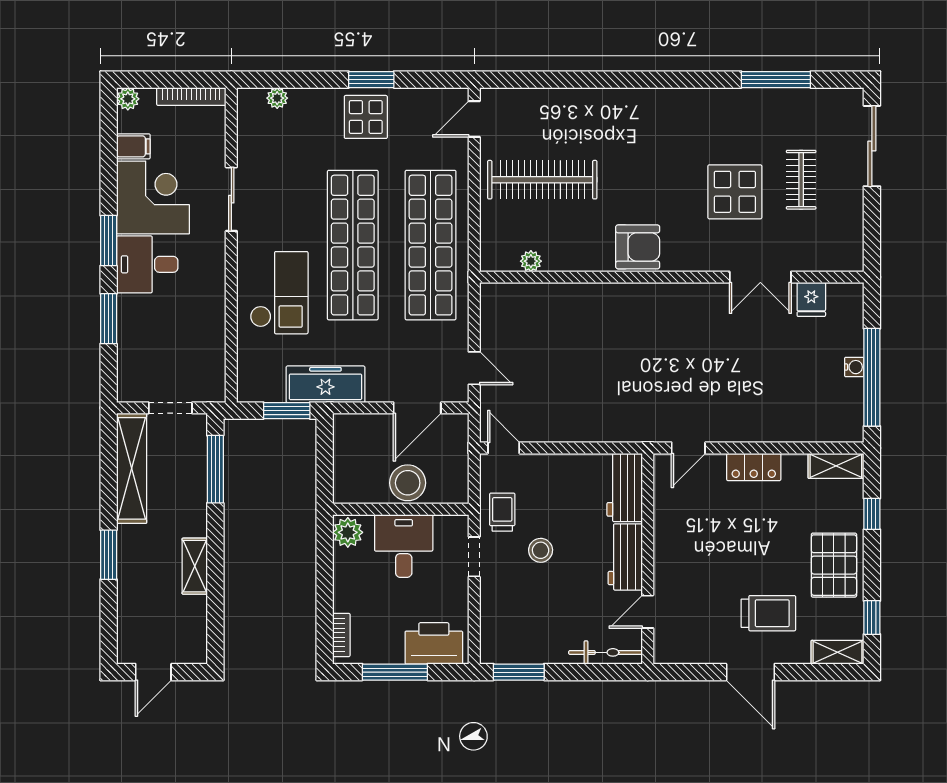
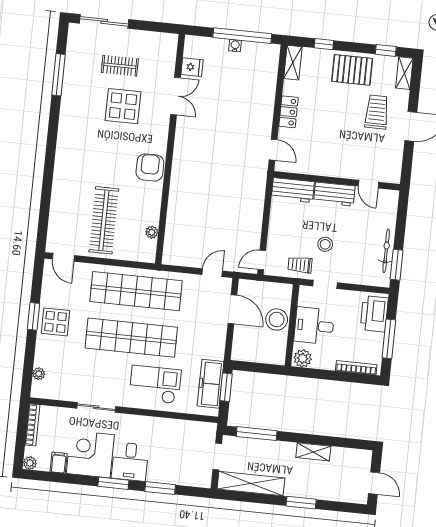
freezer: (325, 384) -> (210, 384), moved
bookcase: (341, 635) -> (356, 368), width x1.56
bicycle: (606, 652) -> (386, 251), moved

